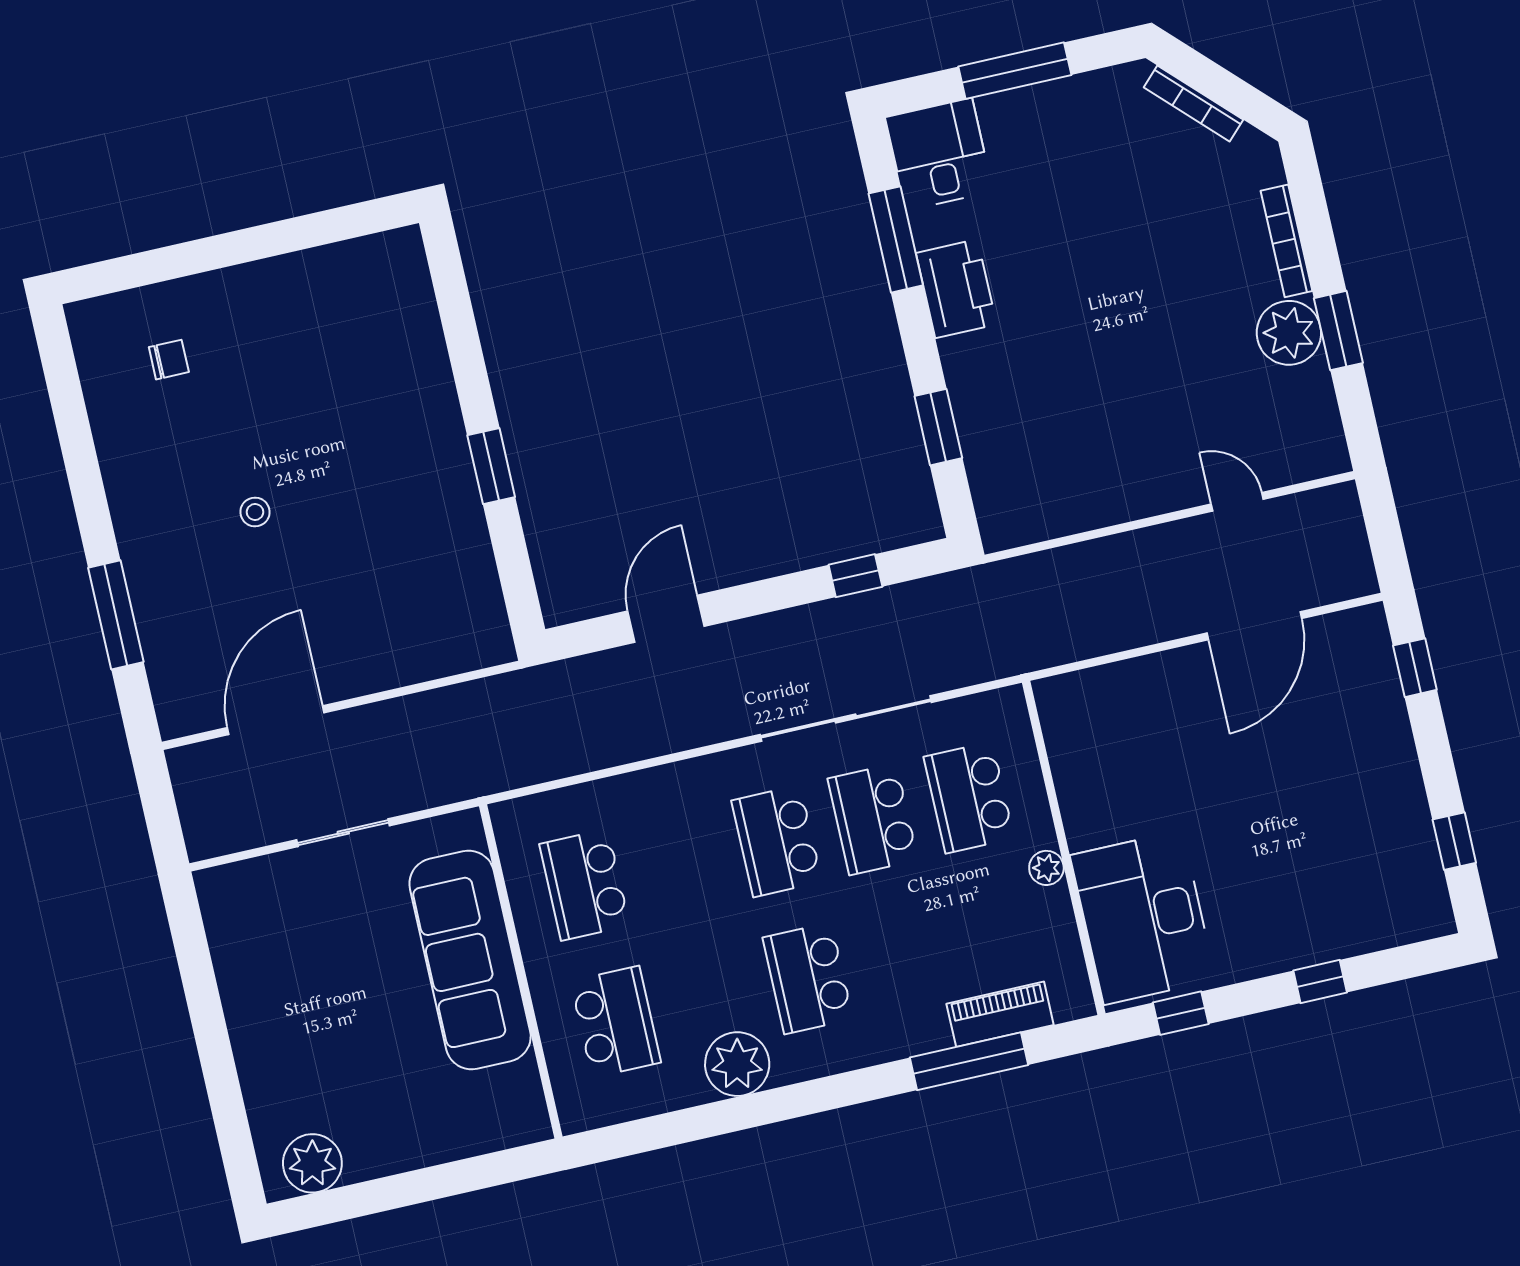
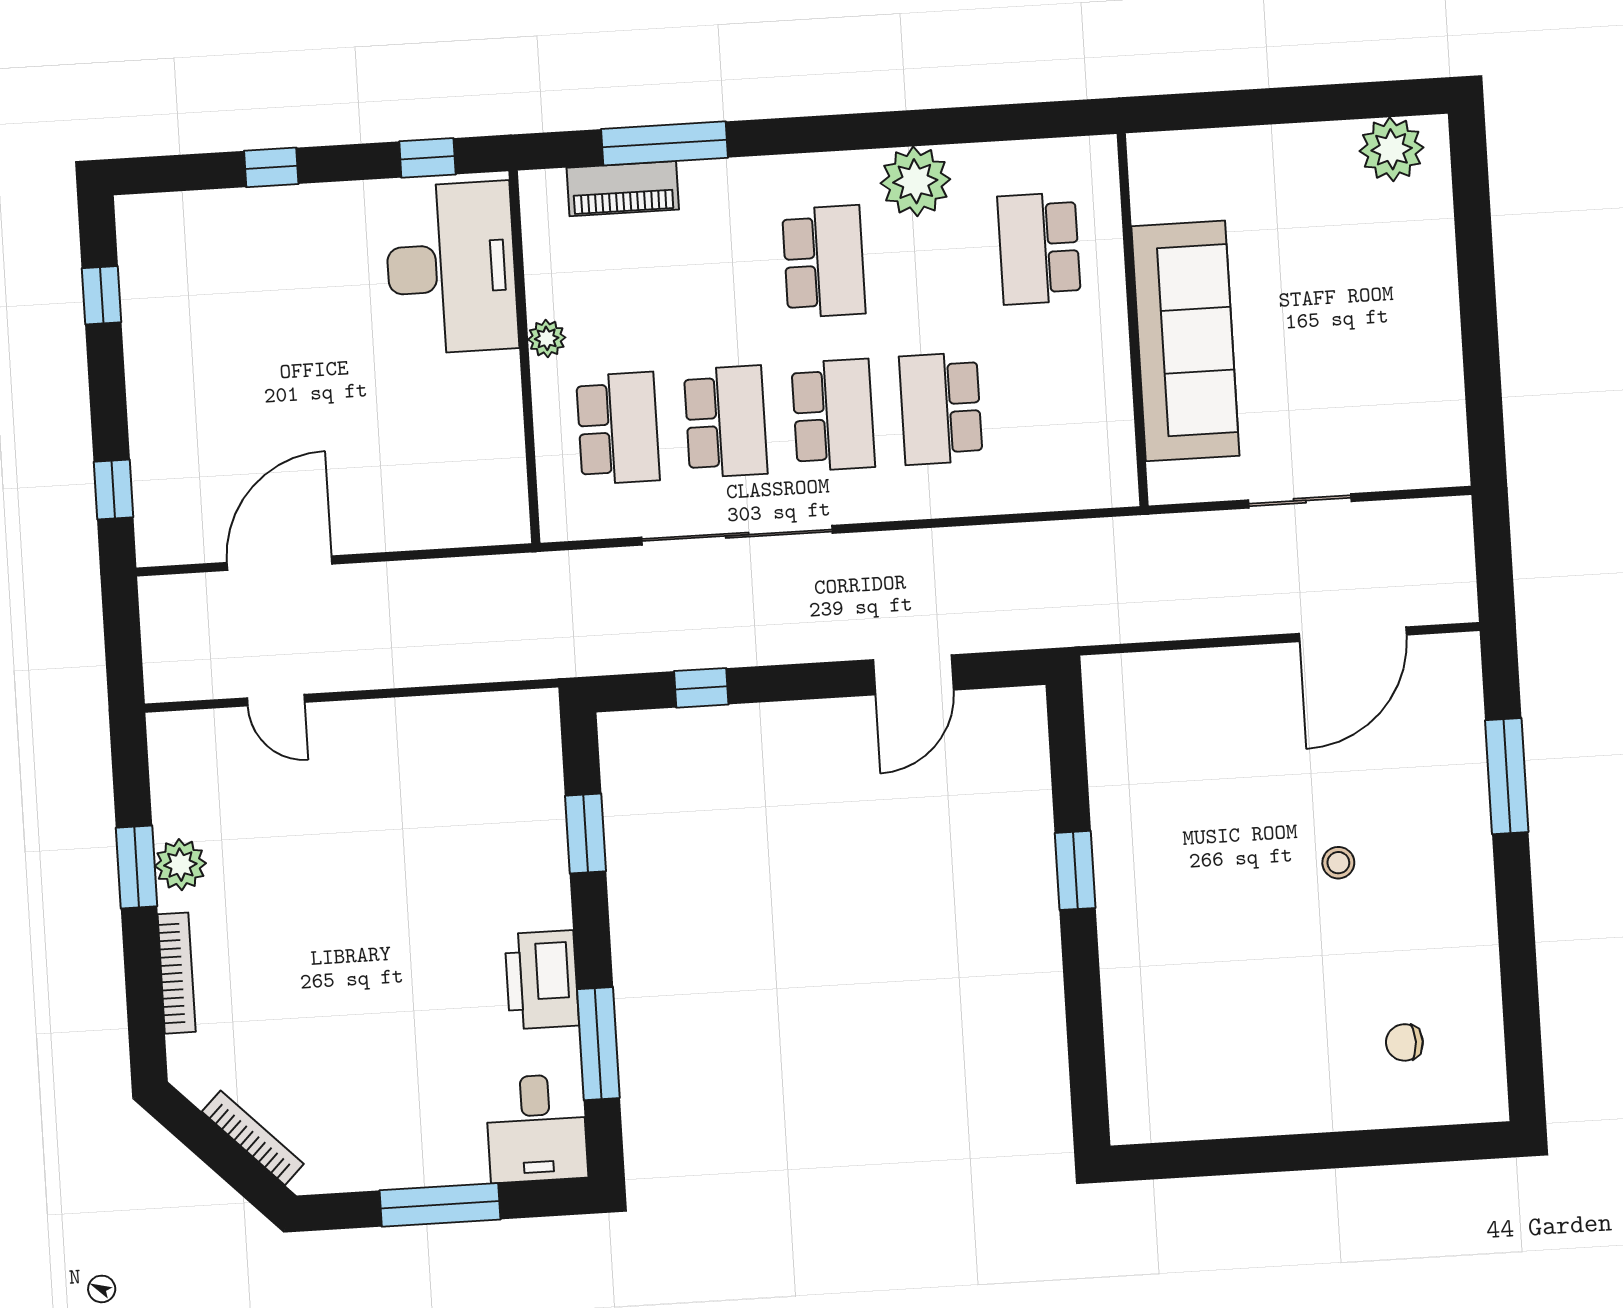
plant: (1289, 333) -> (180, 865), width x0.73, depth x0.73
school desk: (585, 885) -> (941, 408), moved, turned 180

